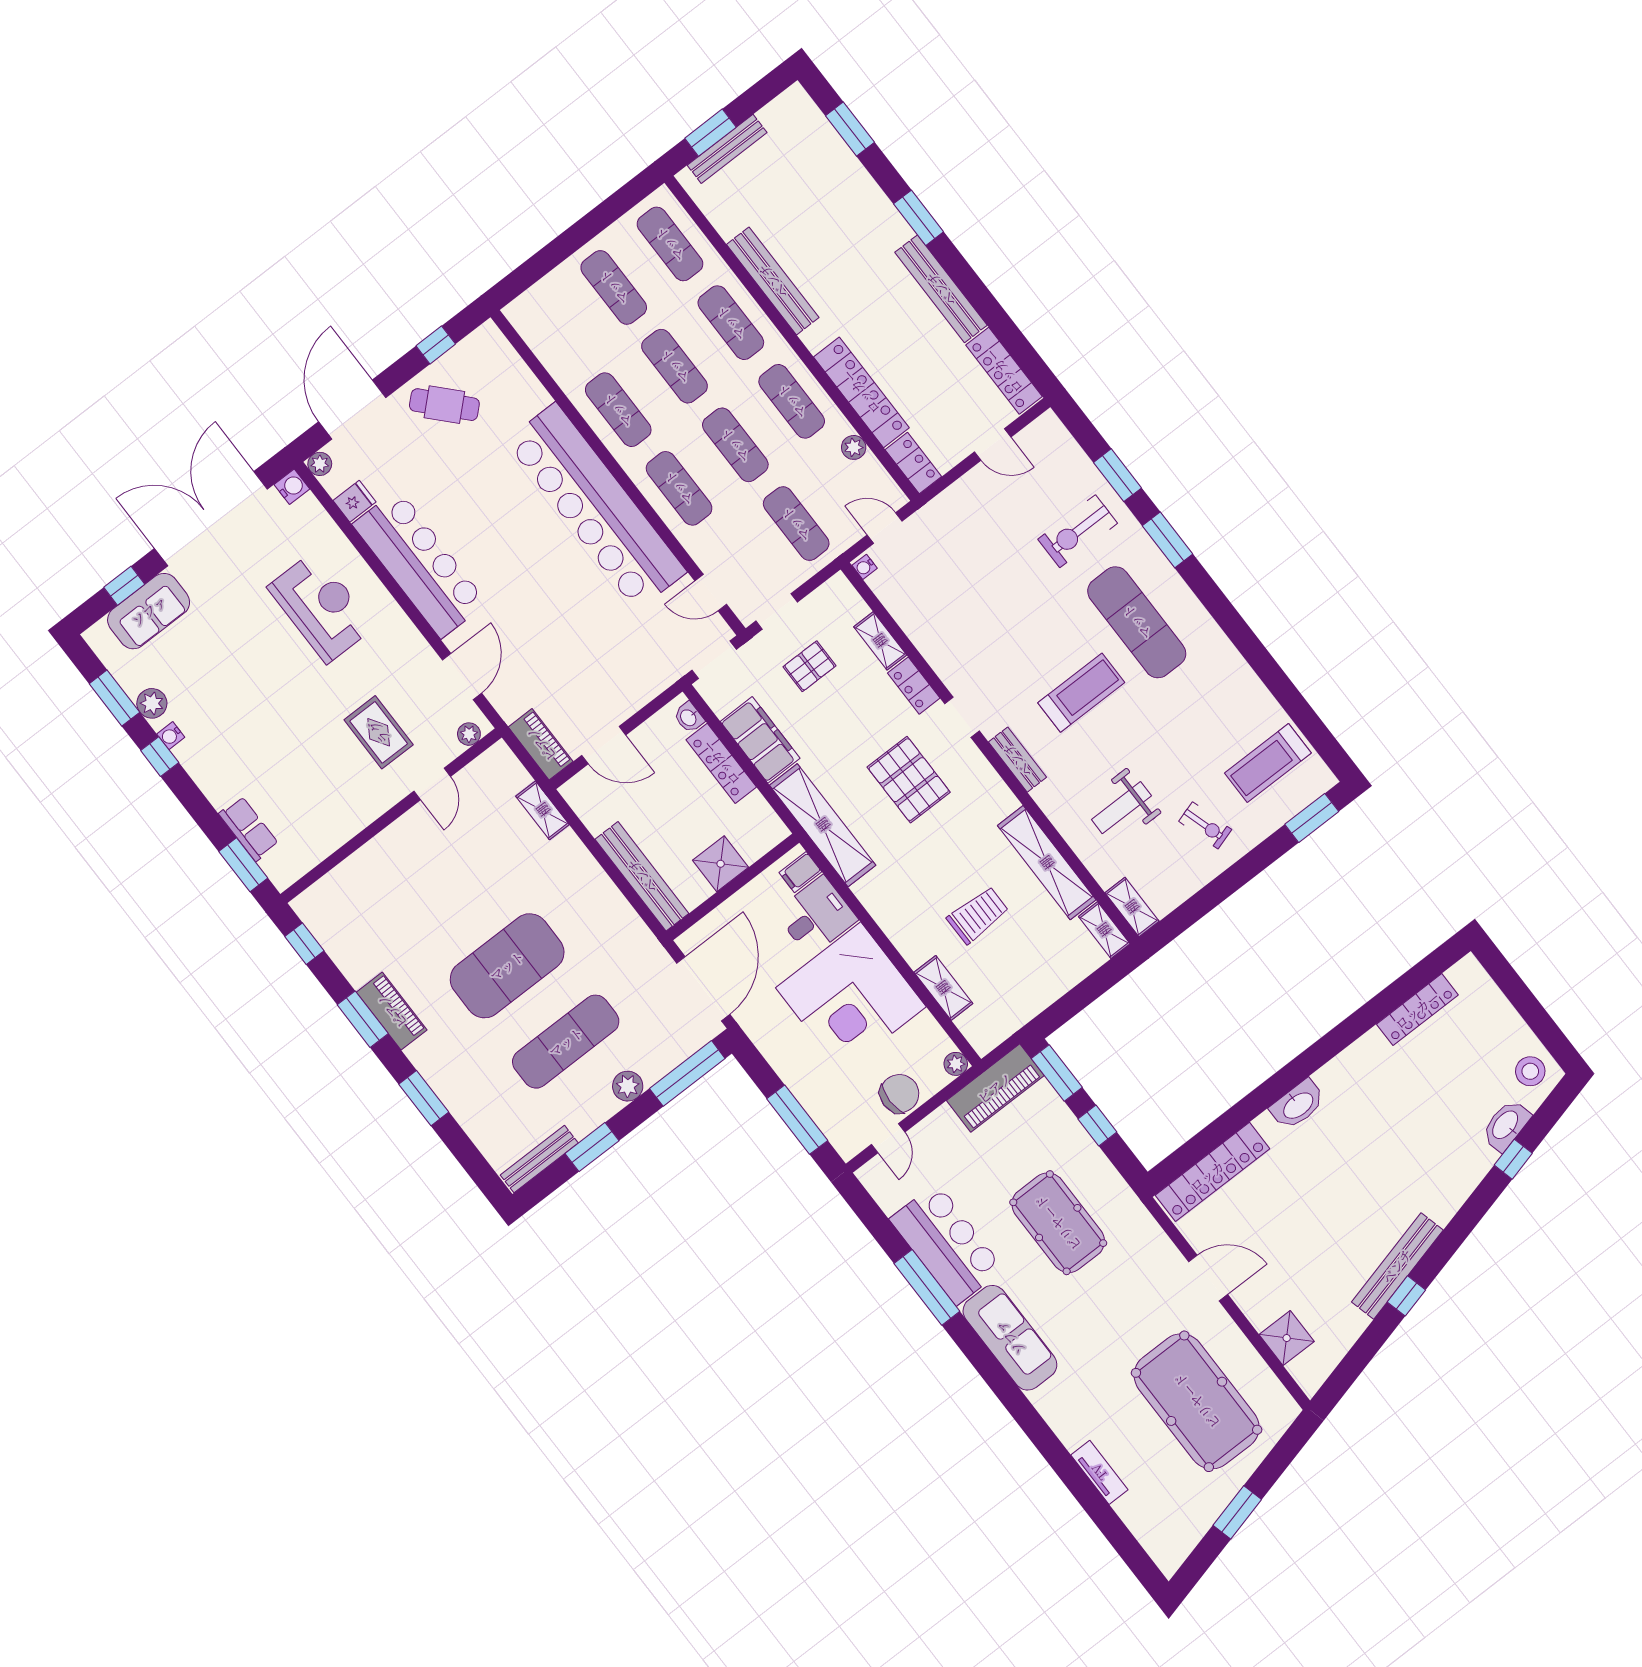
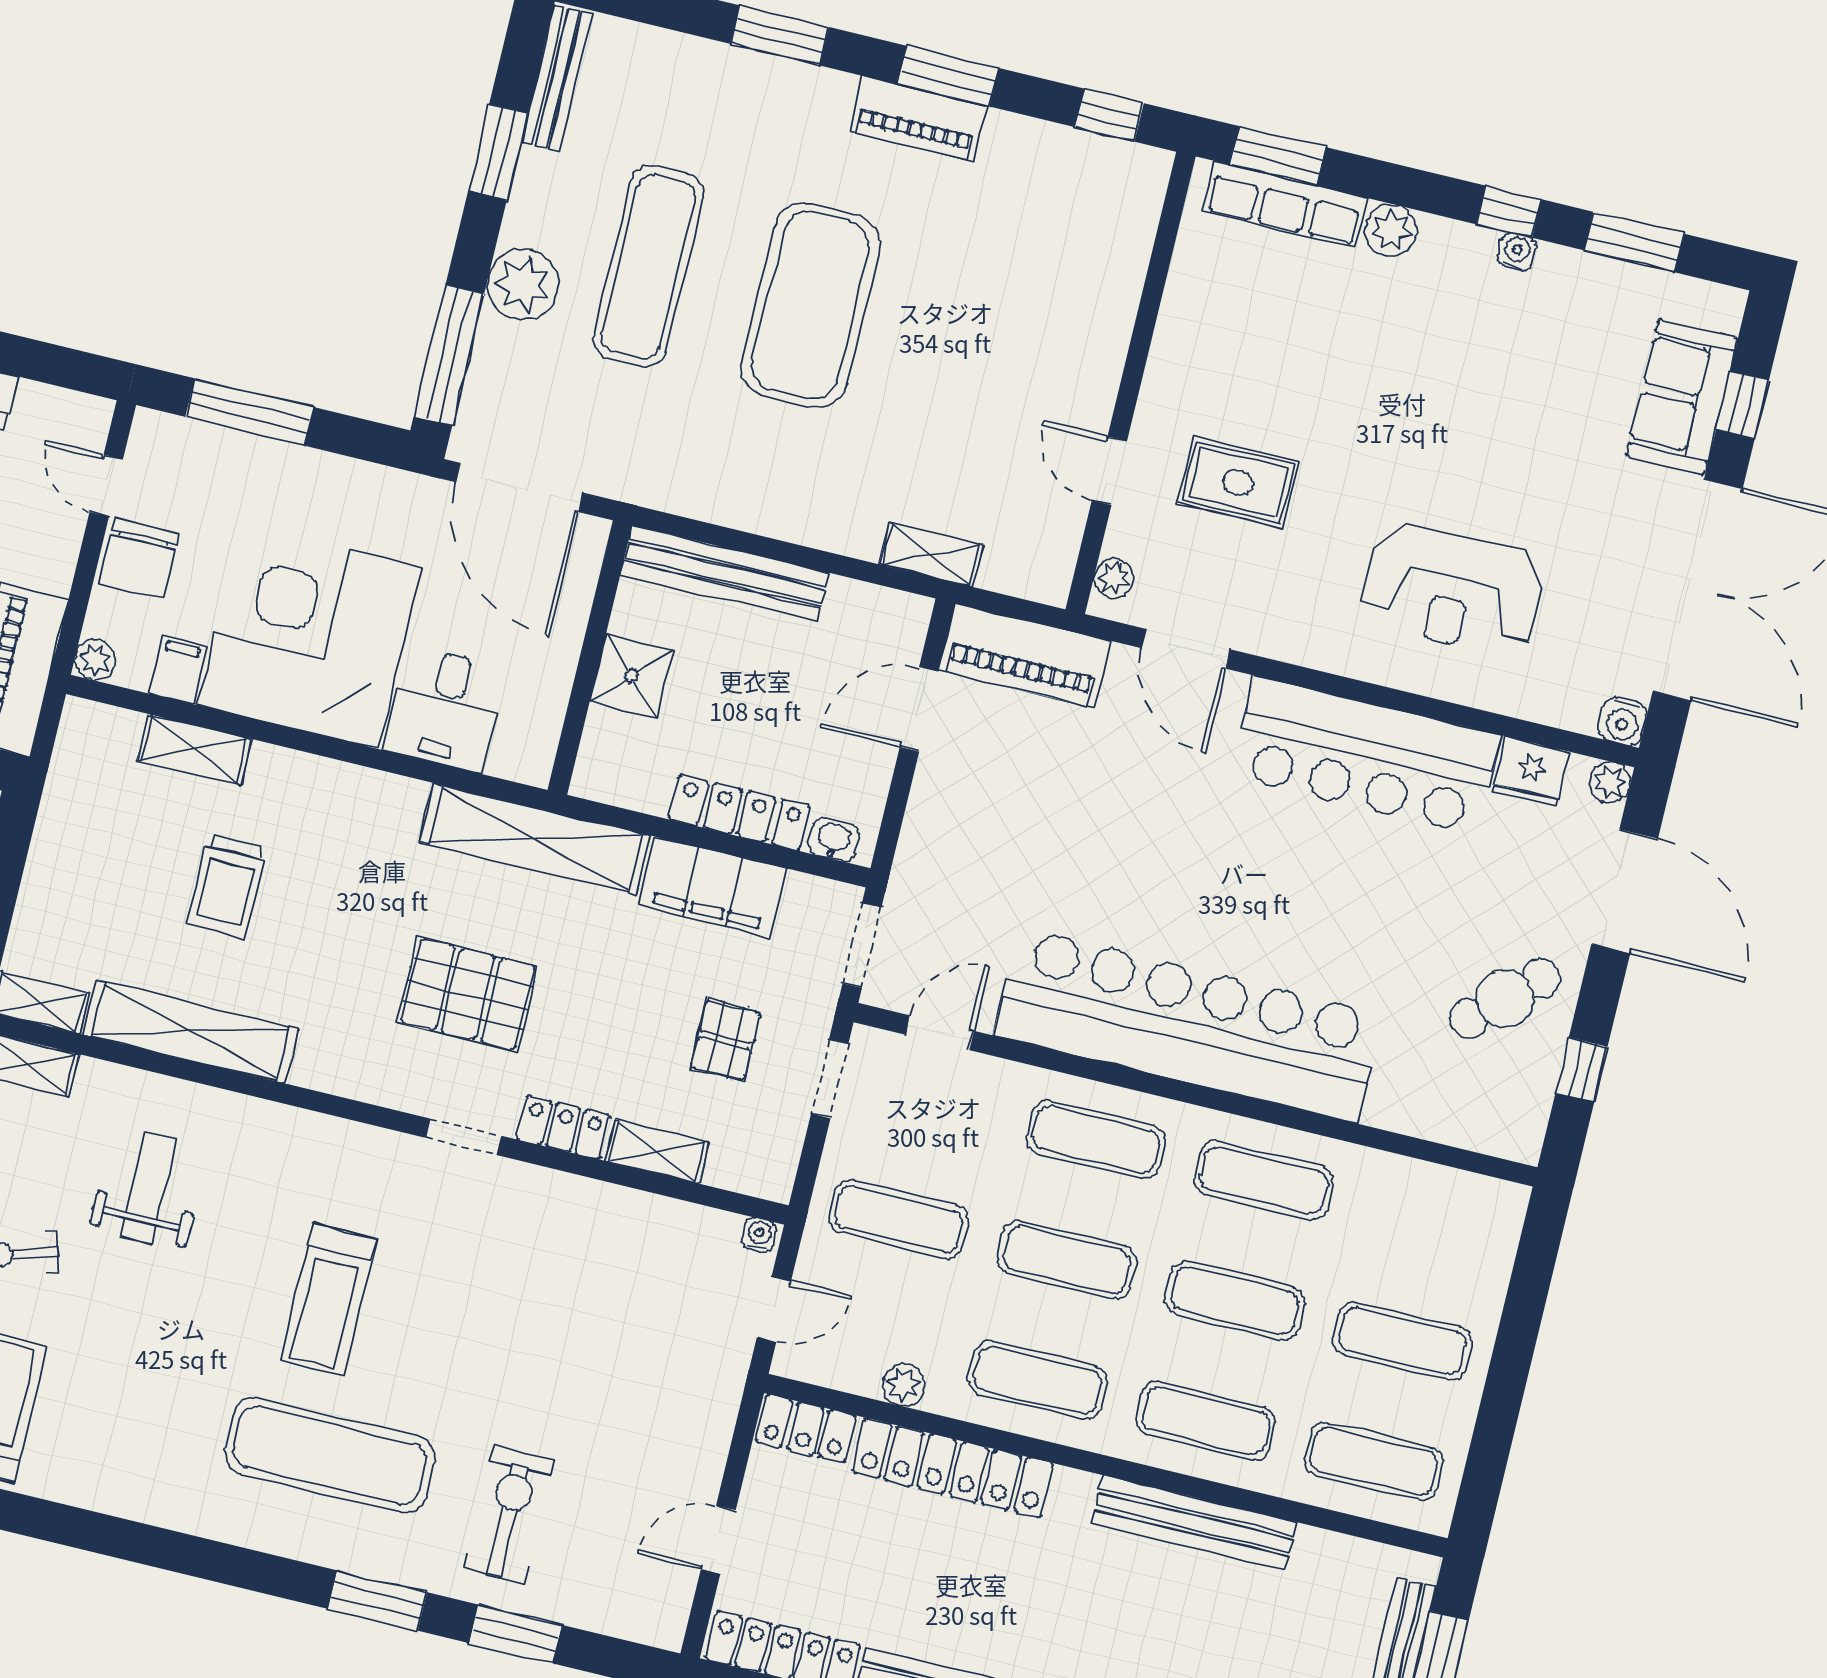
fridge: (355, 501) -> (1531, 772), width x1.38
plant: (152, 703) -> (1391, 230), moved
piano: (541, 744) -> (1024, 656), width x1.37, depth x1.33
bench: (1017, 760) -> (342, 1140), removed
row of seats: (249, 829) -> (1285, 204), width x1.48
filing cabinet: (800, 872) -> (178, 670), moved
plant: (628, 1086) -> (523, 285), width x1.36, depth x1.36

